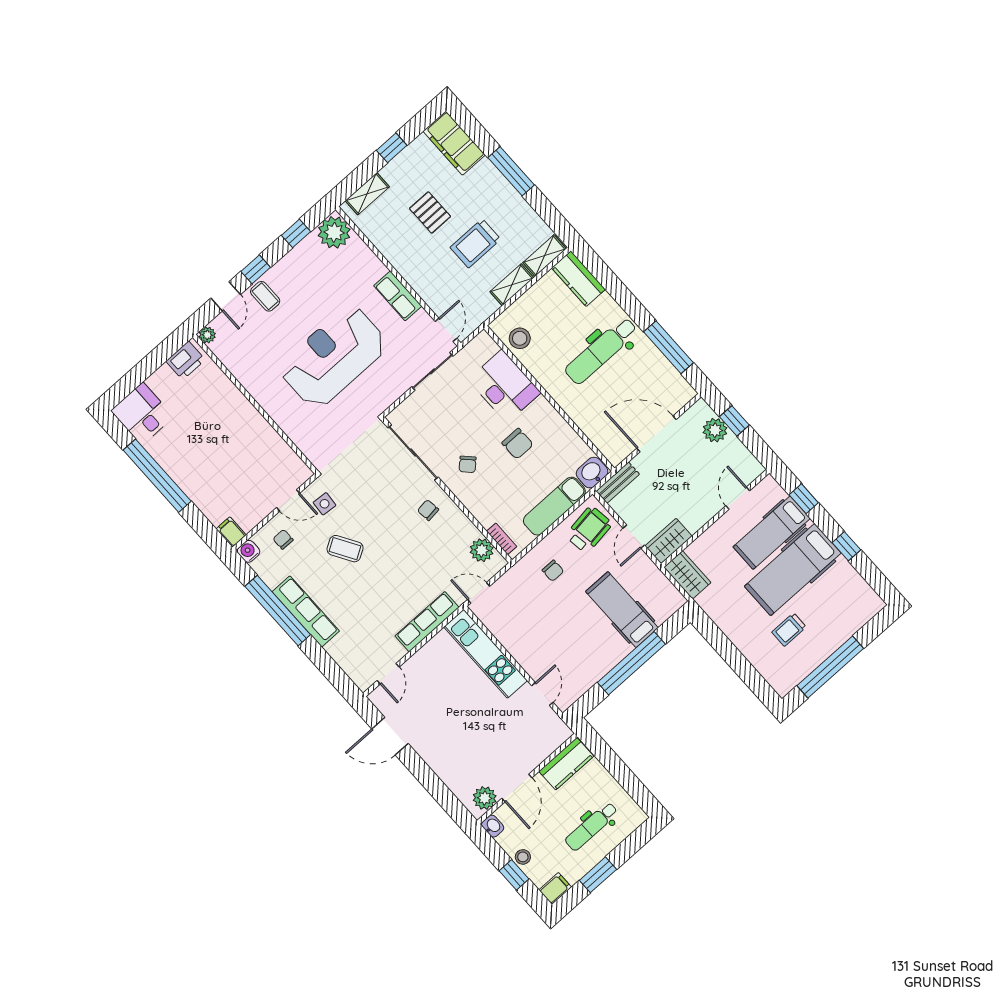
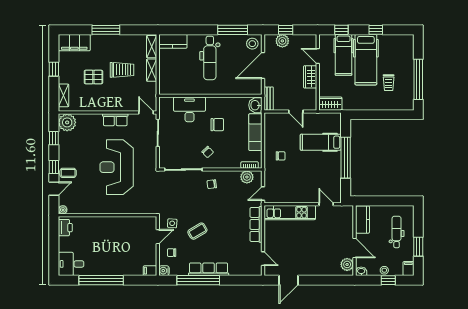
trolley: (475, 243) -> (122, 70), turned -90
door: (226, 296) -> (54, 189), hinge flipped
stool: (520, 338) -> (252, 44), moved
wheelchair: (589, 530) -> (277, 127), removed
wardrobe: (668, 541) -> (310, 77), moved
dental chair: (591, 826) -> (397, 232), turned 180

